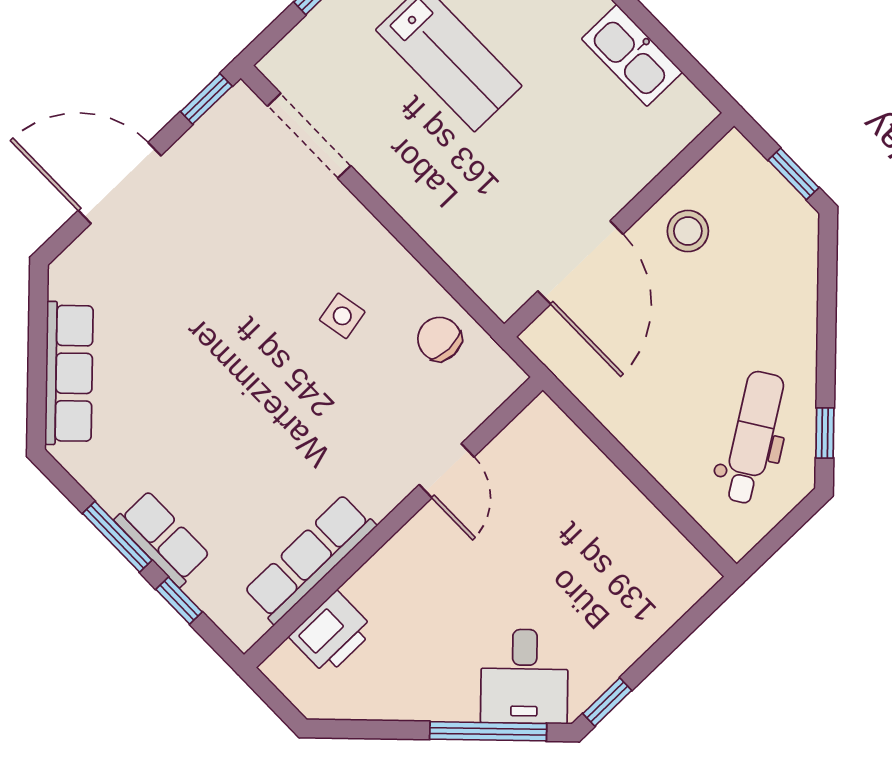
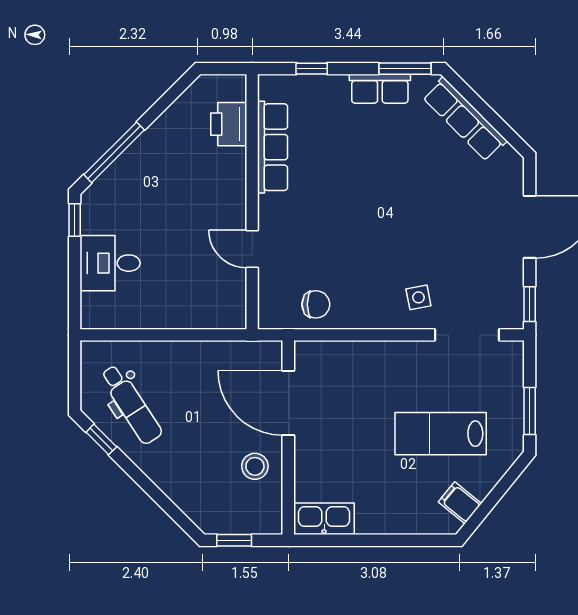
kitchen sink: (632, 55) -> (324, 519), moved
side table: (342, 316) -> (418, 297), moved
window: (117, 537) -> (405, 69), moved
row of seats: (163, 538) -> (380, 89), moved
desk: (524, 676) -> (110, 263), moved, turned -45

